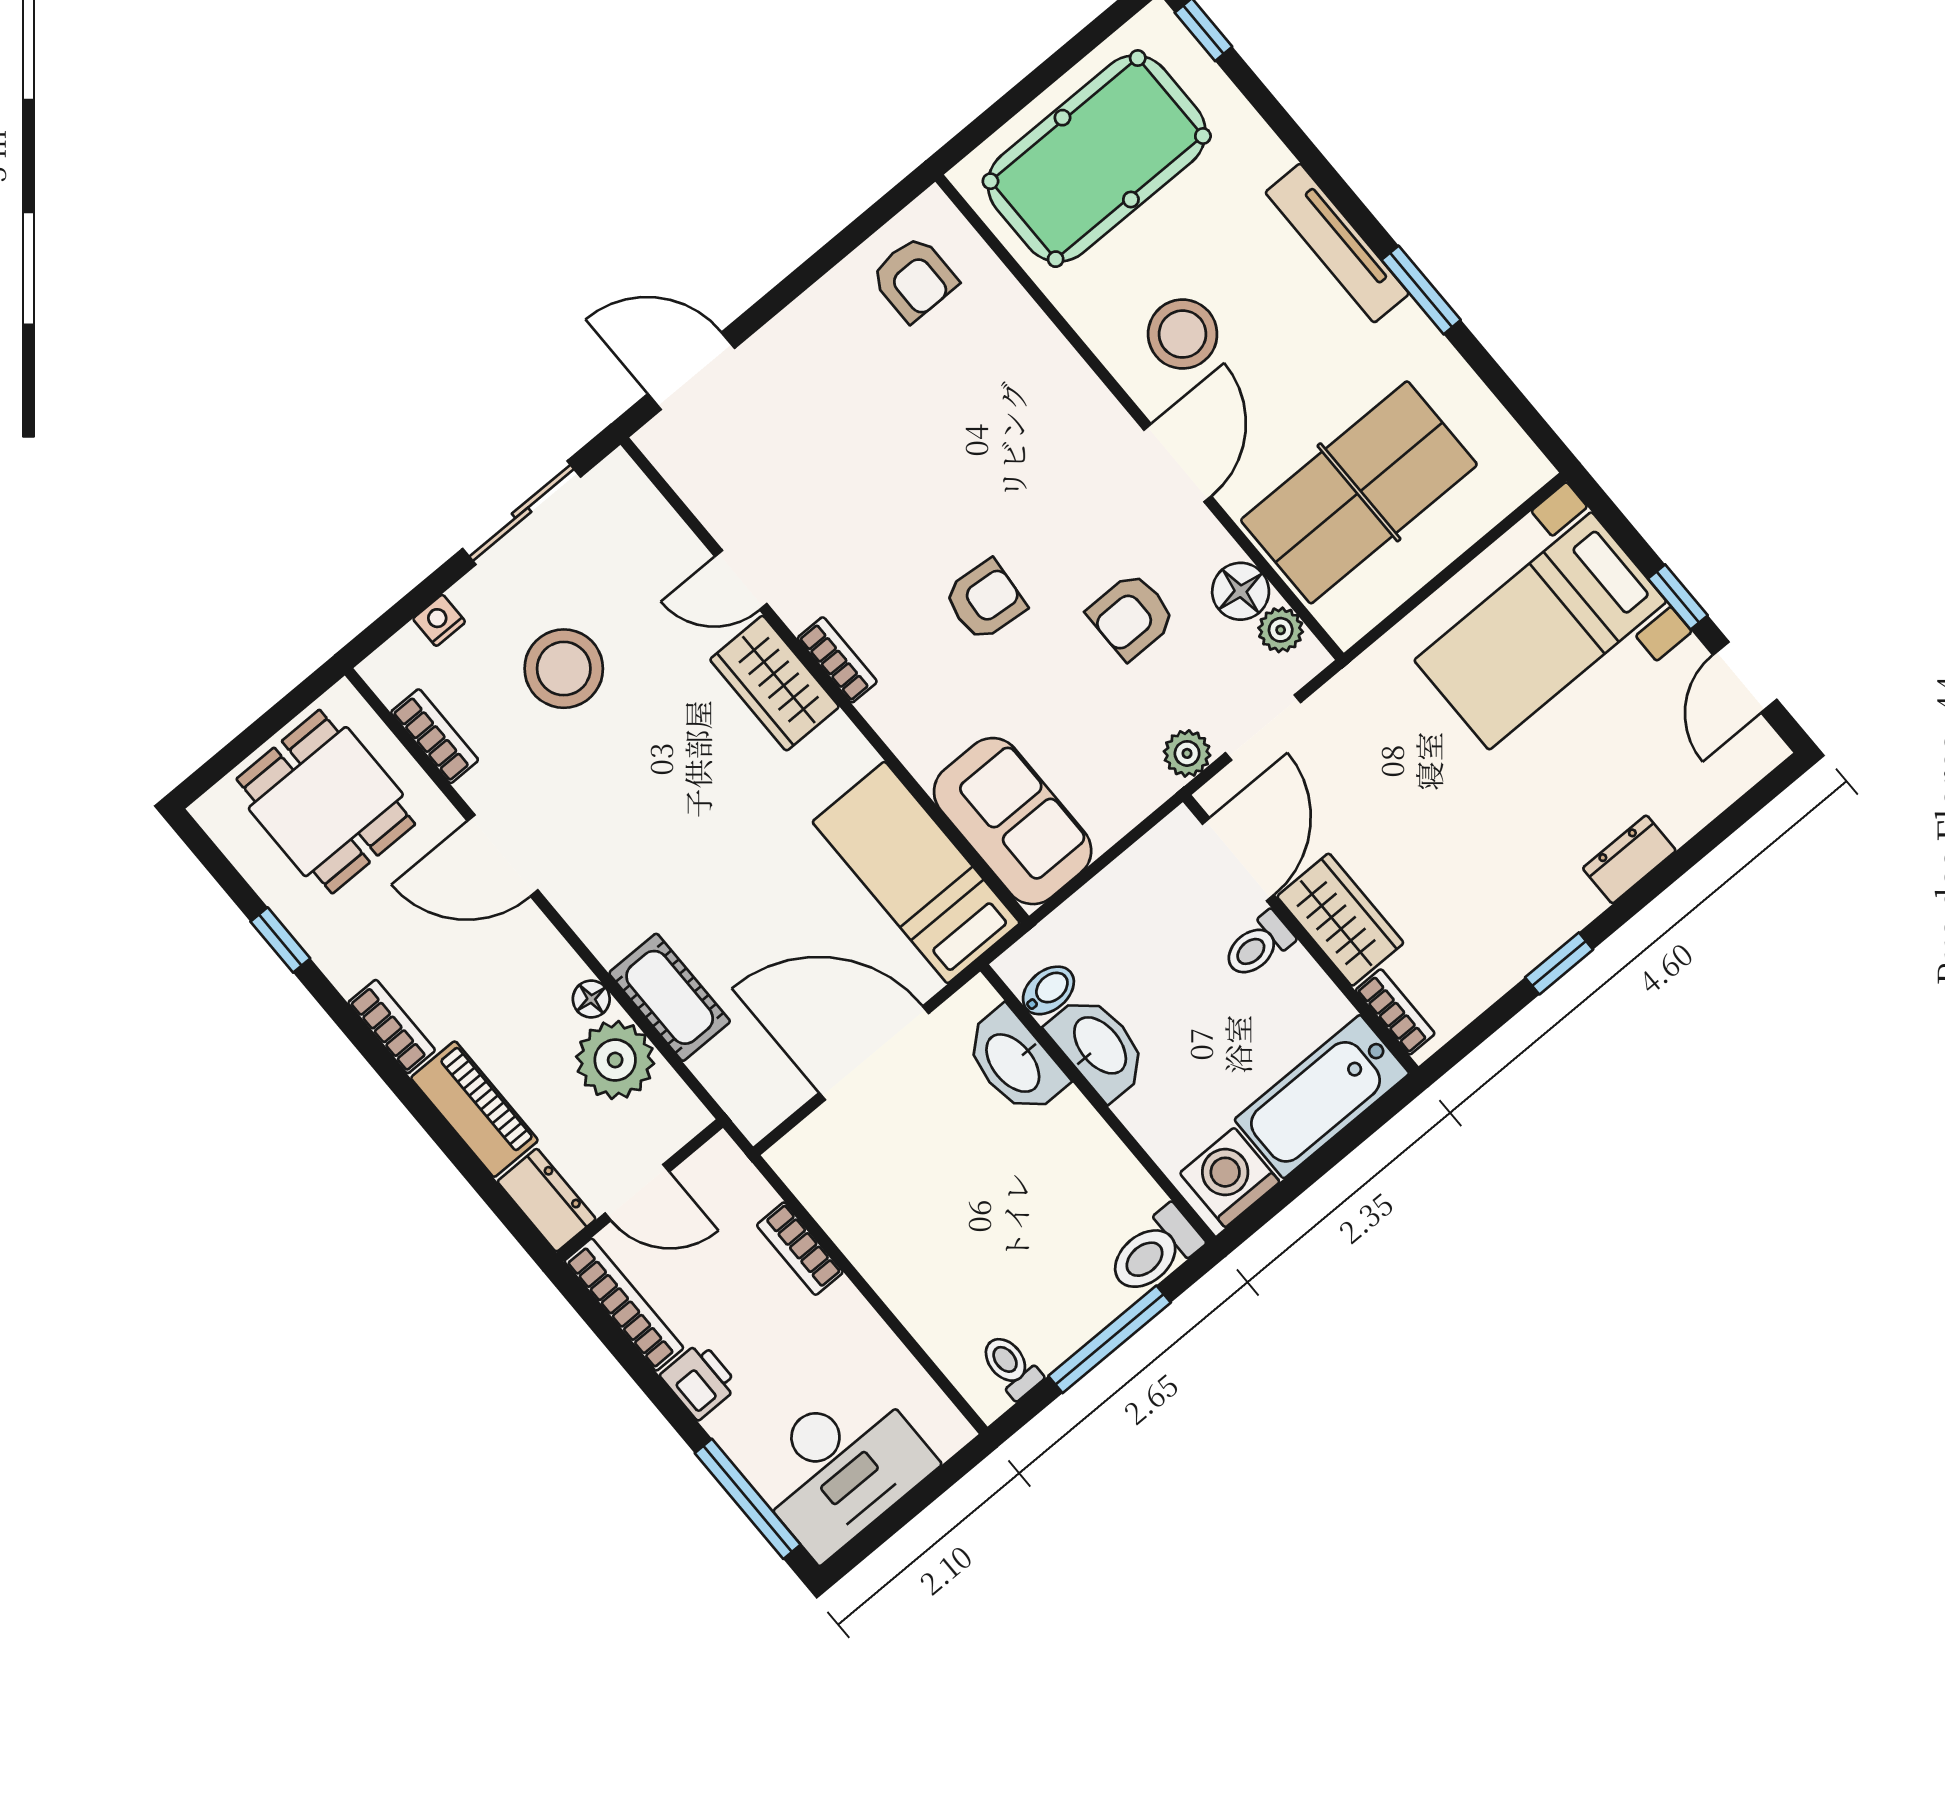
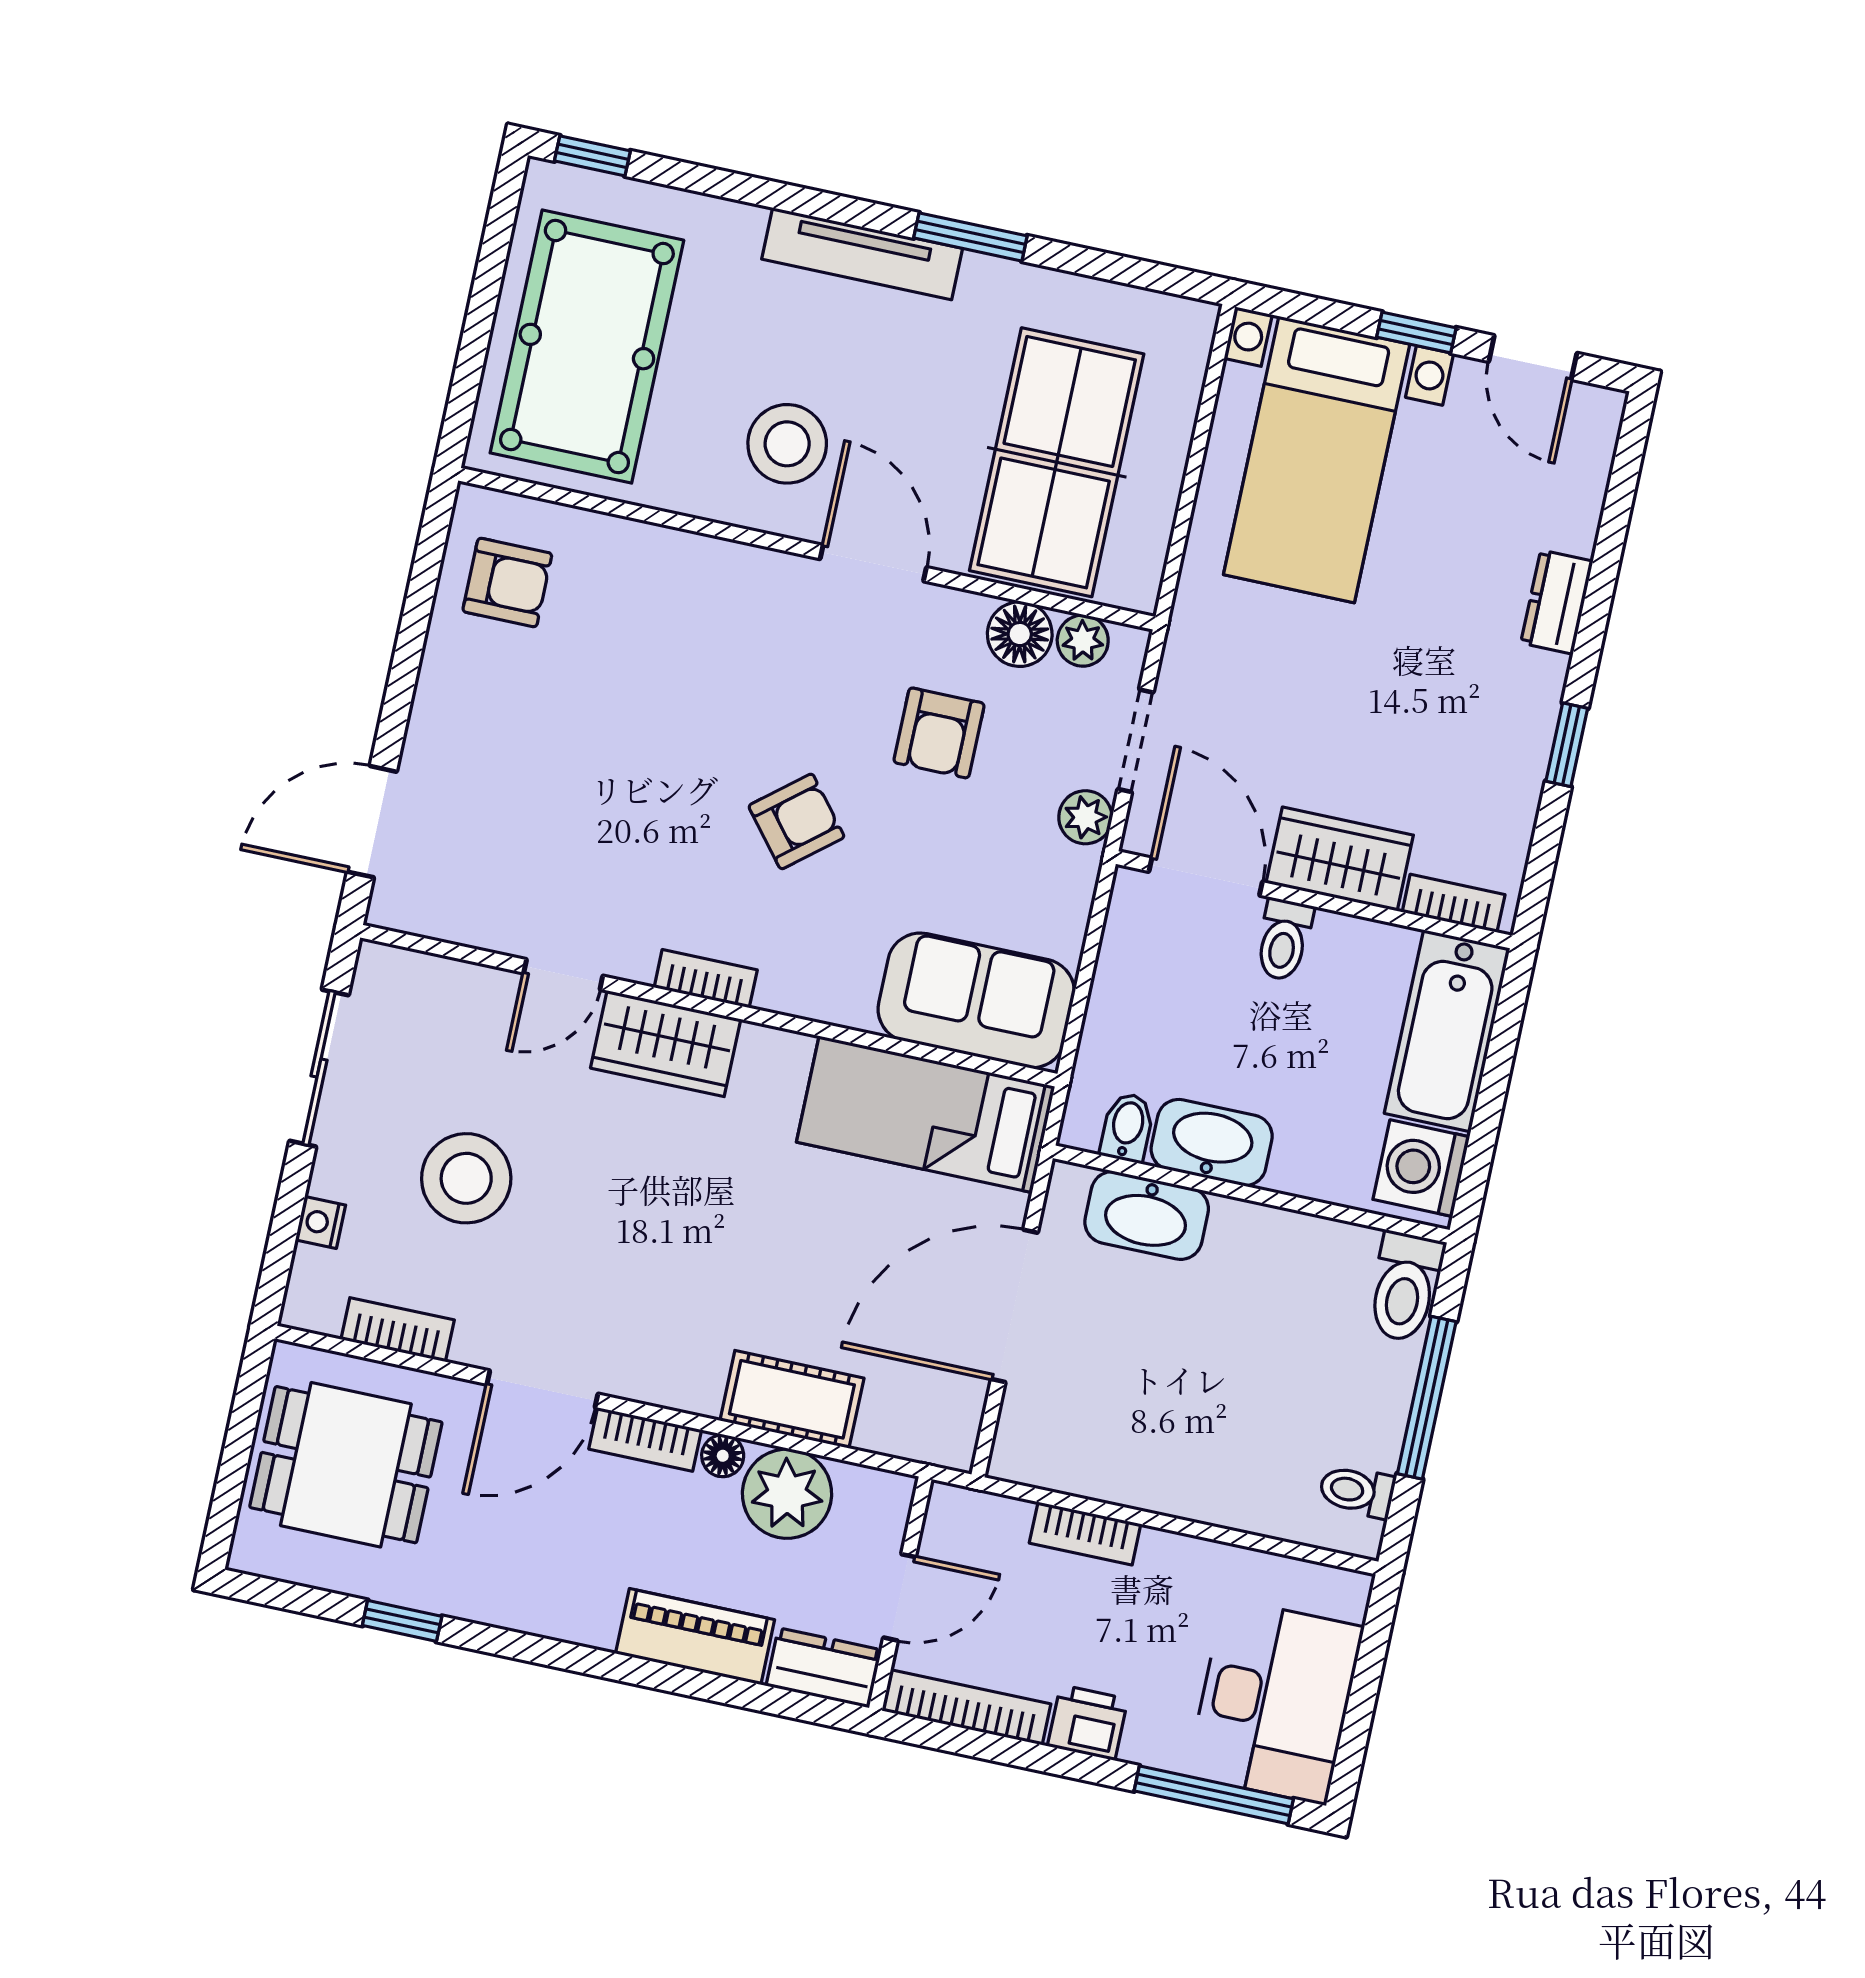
armchair: (985, 600) -> (796, 821), turned 46
bookcase: (392, 1027) -> (645, 1439), moved, turned 180

